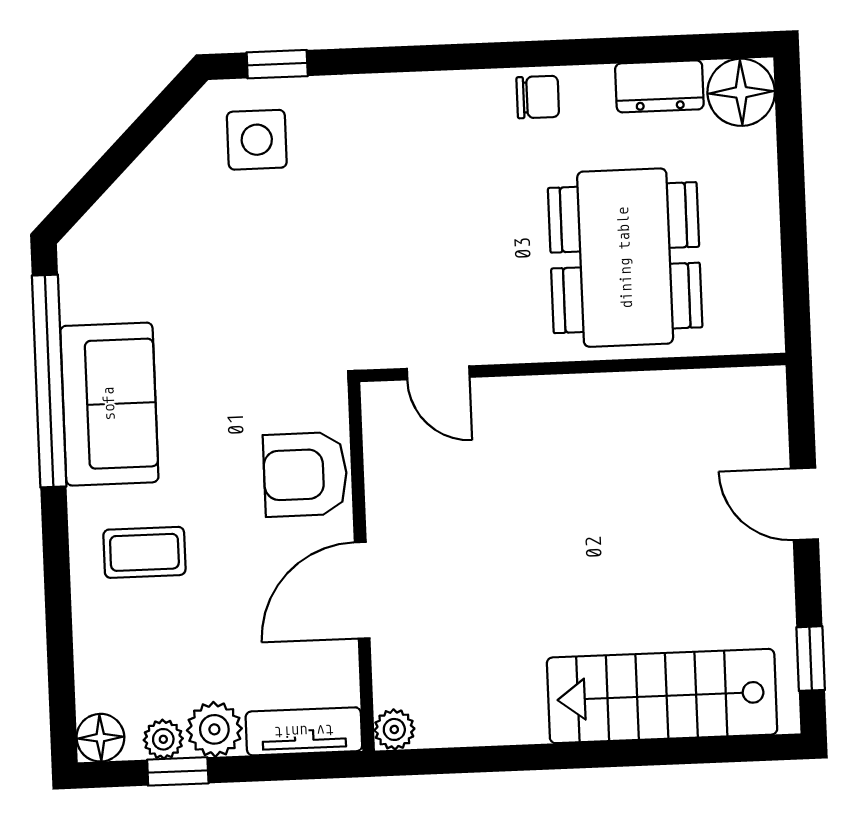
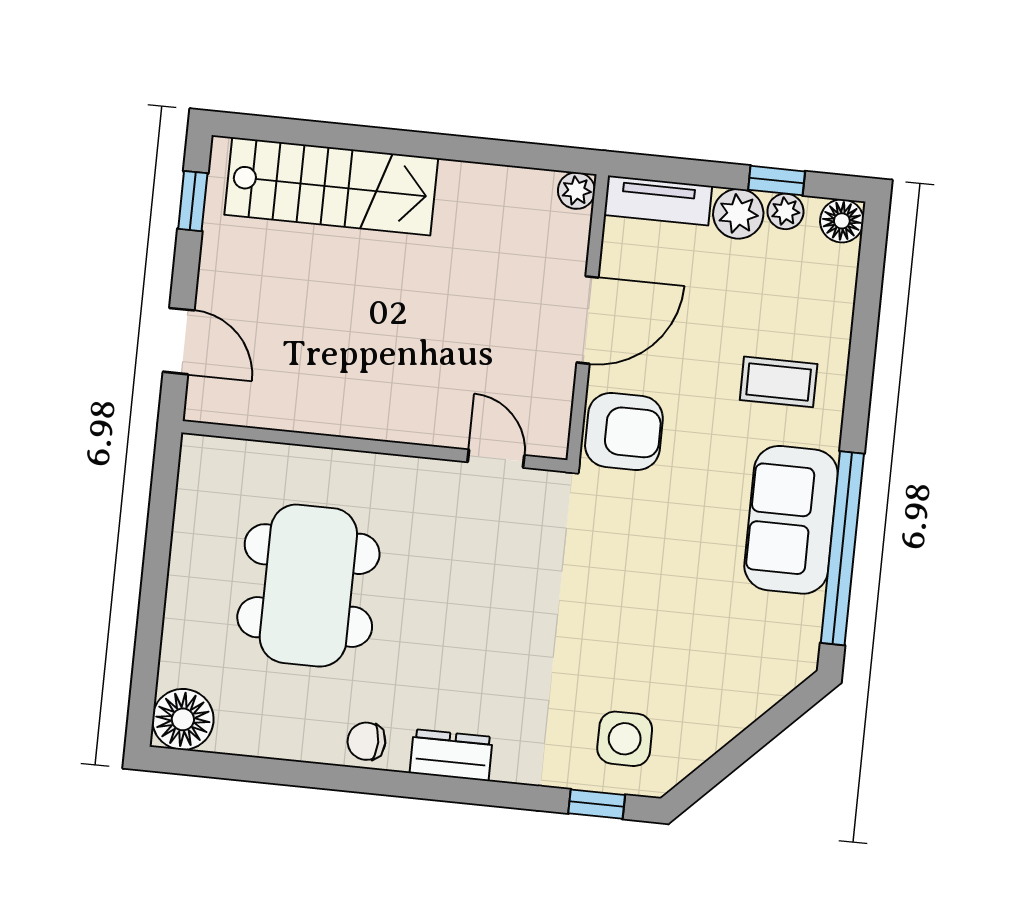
dresser: (659, 86) -> (451, 755), moved
wall: (573, 367) -> (374, 446), moved
door: (438, 373) -> (496, 459), moved

